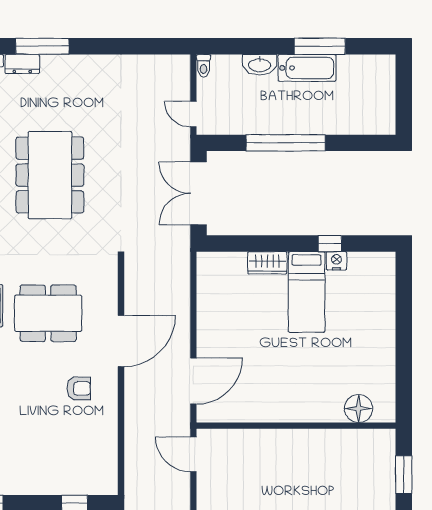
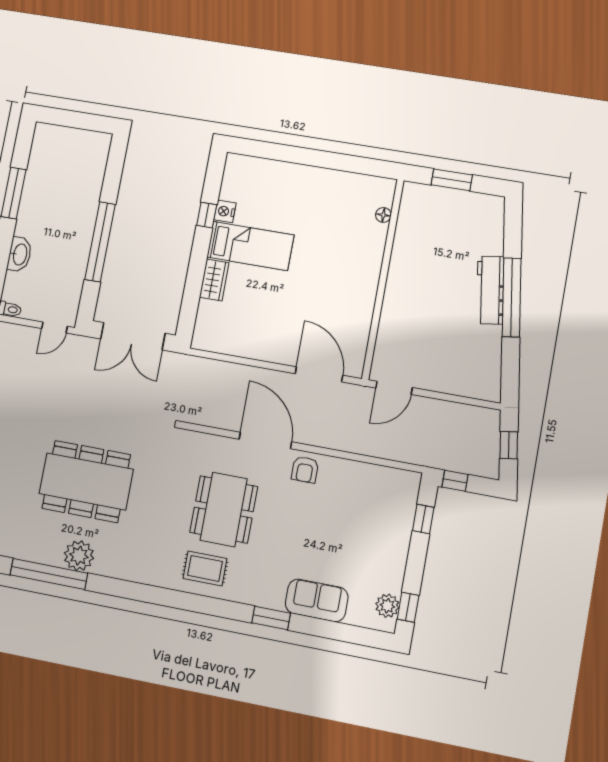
bathtub: (307, 68) -> (32, 209), removed
armchair: (79, 388) -> (305, 470), moved, turned 180
floor lamp: (359, 409) -> (383, 215), width x0.53, depth x0.53

